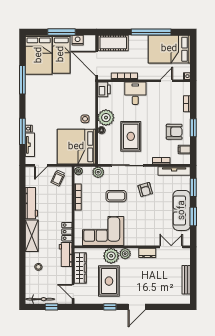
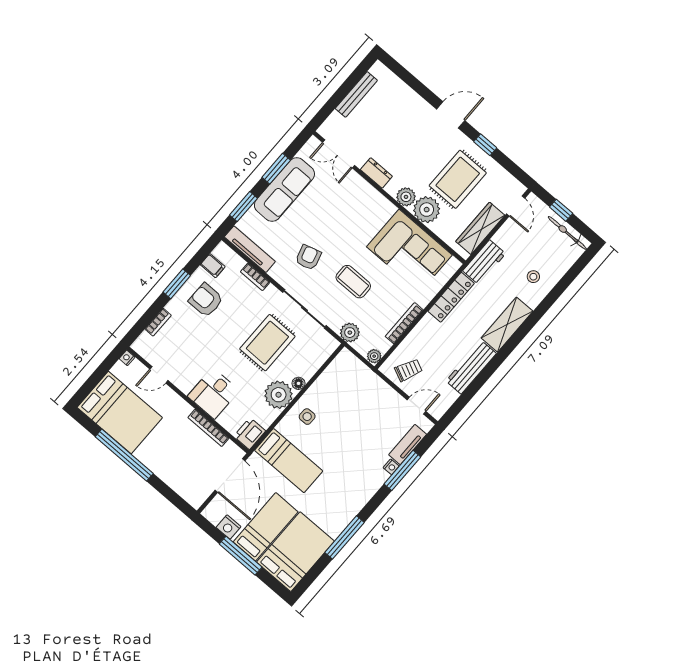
cot: (113, 43) -> (186, 483), removed
bed: (76, 147) -> (289, 461), moved, width x0.49
locker: (67, 232) -> (451, 297), width x1.53

